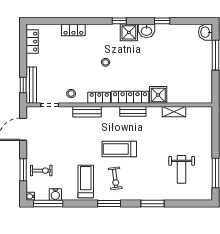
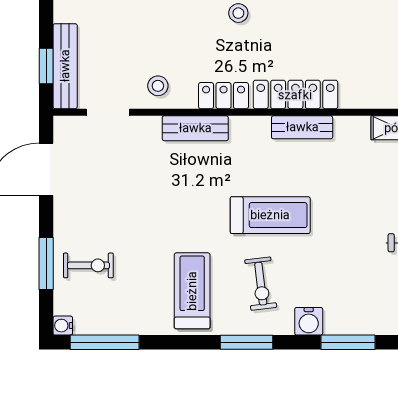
shower: (158, 95) -> (361, 89), removed
treadmill: (119, 149) -> (270, 215), turned 180
water cooler: (55, 195) -> (309, 321), moved

